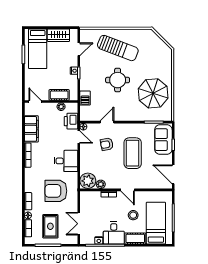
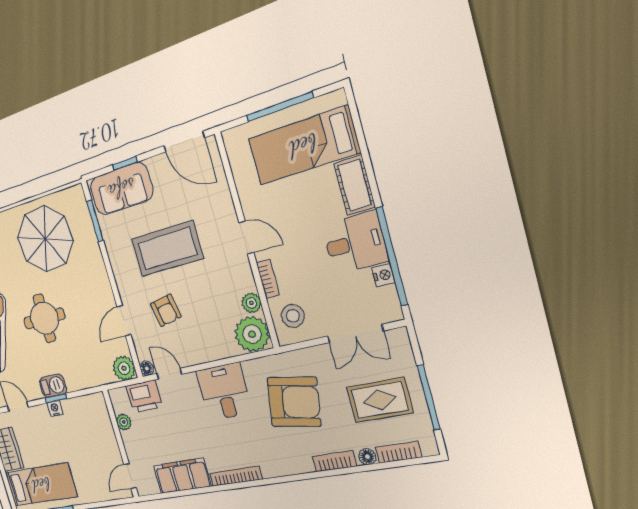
cot: (59, 95) -> (104, 430), removed
barbecue: (85, 98) -> (53, 386), moved
plant: (86, 115) -> (124, 368), added
door: (107, 122) -> (124, 321), hinge flipped
door: (79, 137) -> (169, 374), hinge flipped
door: (173, 174) -> (184, 142), hinge flipped
door: (128, 190) -> (246, 238), hinge flipped
armchair: (56, 191) -> (294, 402), turned -80
stool: (133, 215) -> (293, 316), moved

